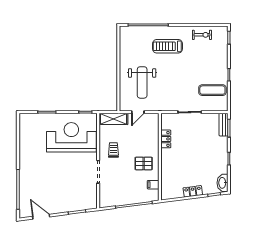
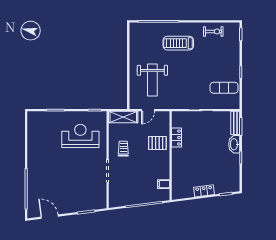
reception desk: (71, 137) -> (80, 136), width x0.74, depth x0.77
pallet: (144, 163) -> (157, 143), moved
washbasin: (223, 183) -> (234, 144), moved

